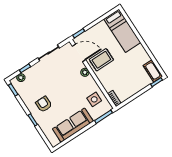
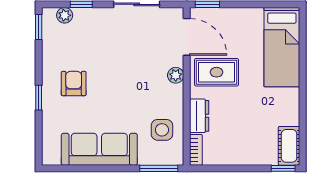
dresser: (106, 83) -> (199, 116), added

